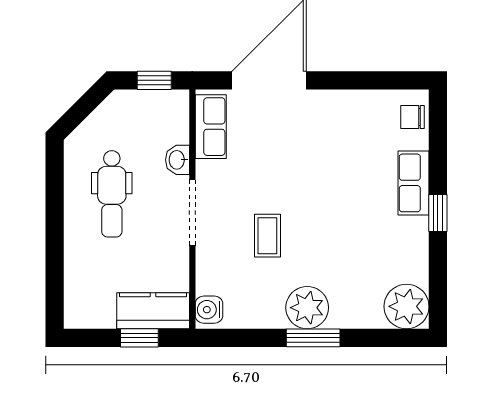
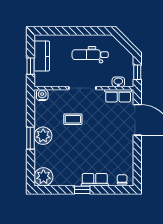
washbasin: (177, 160) -> (118, 82), moved
kitchen counter: (153, 311) -> (42, 56), moved

